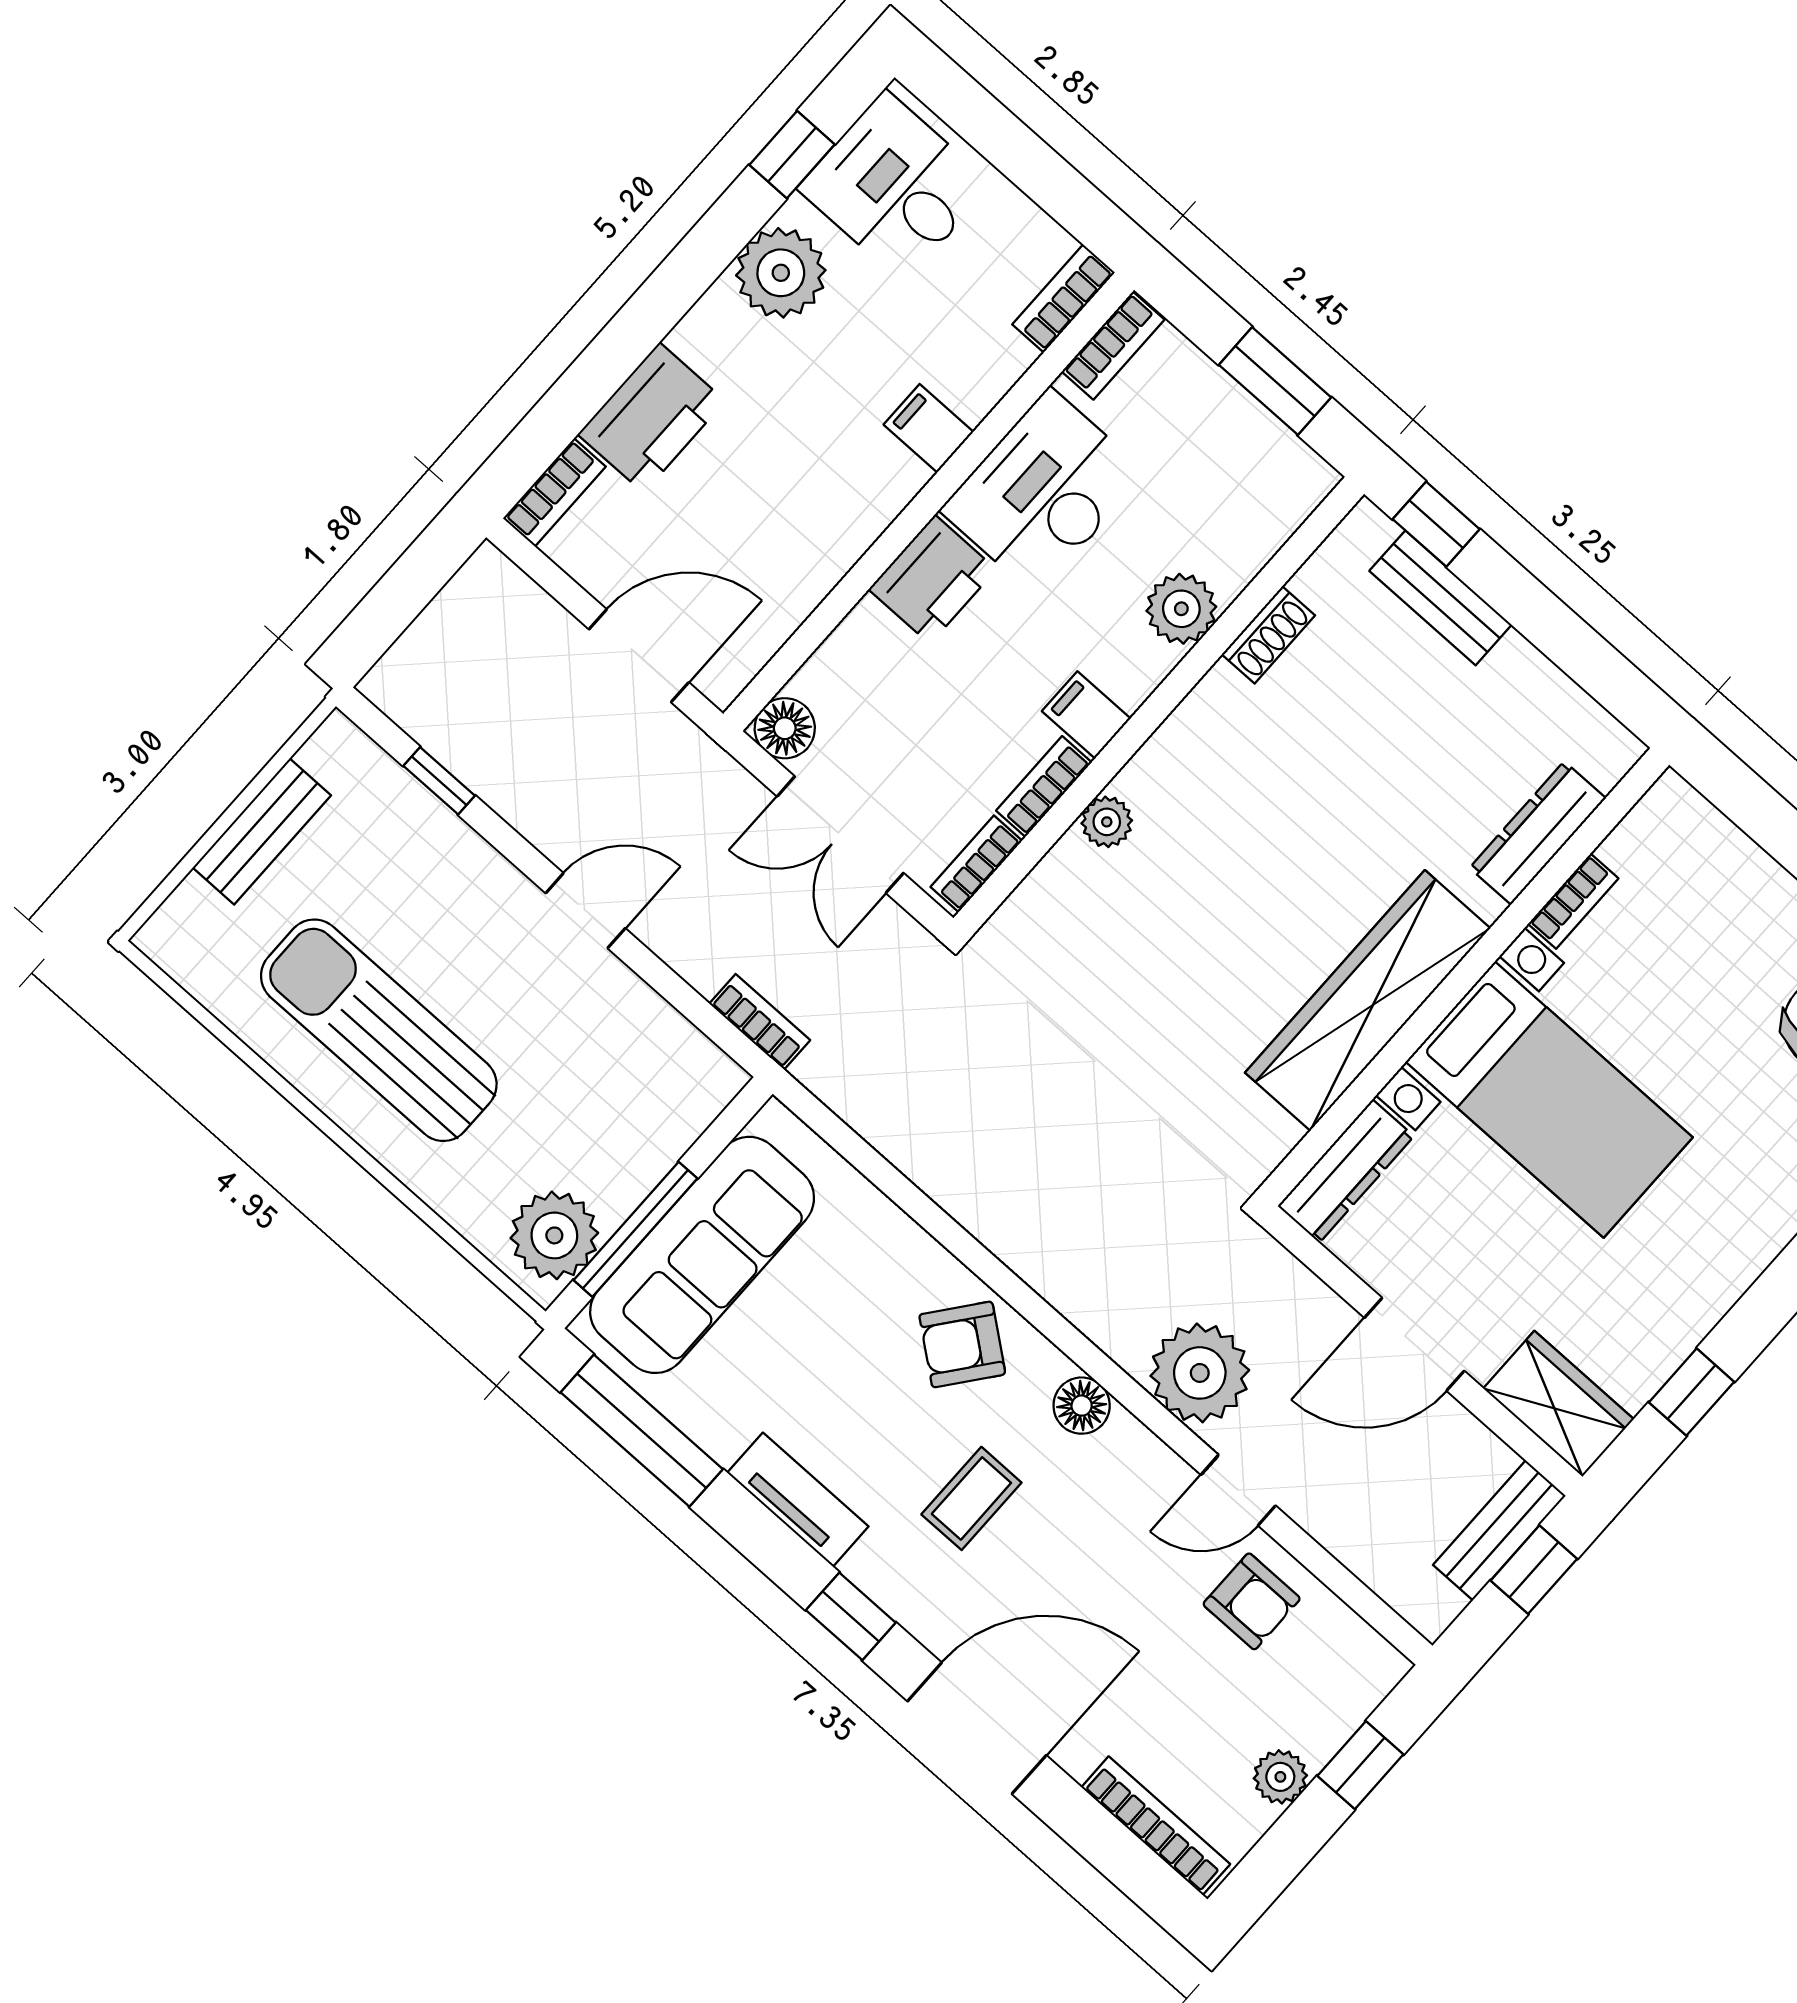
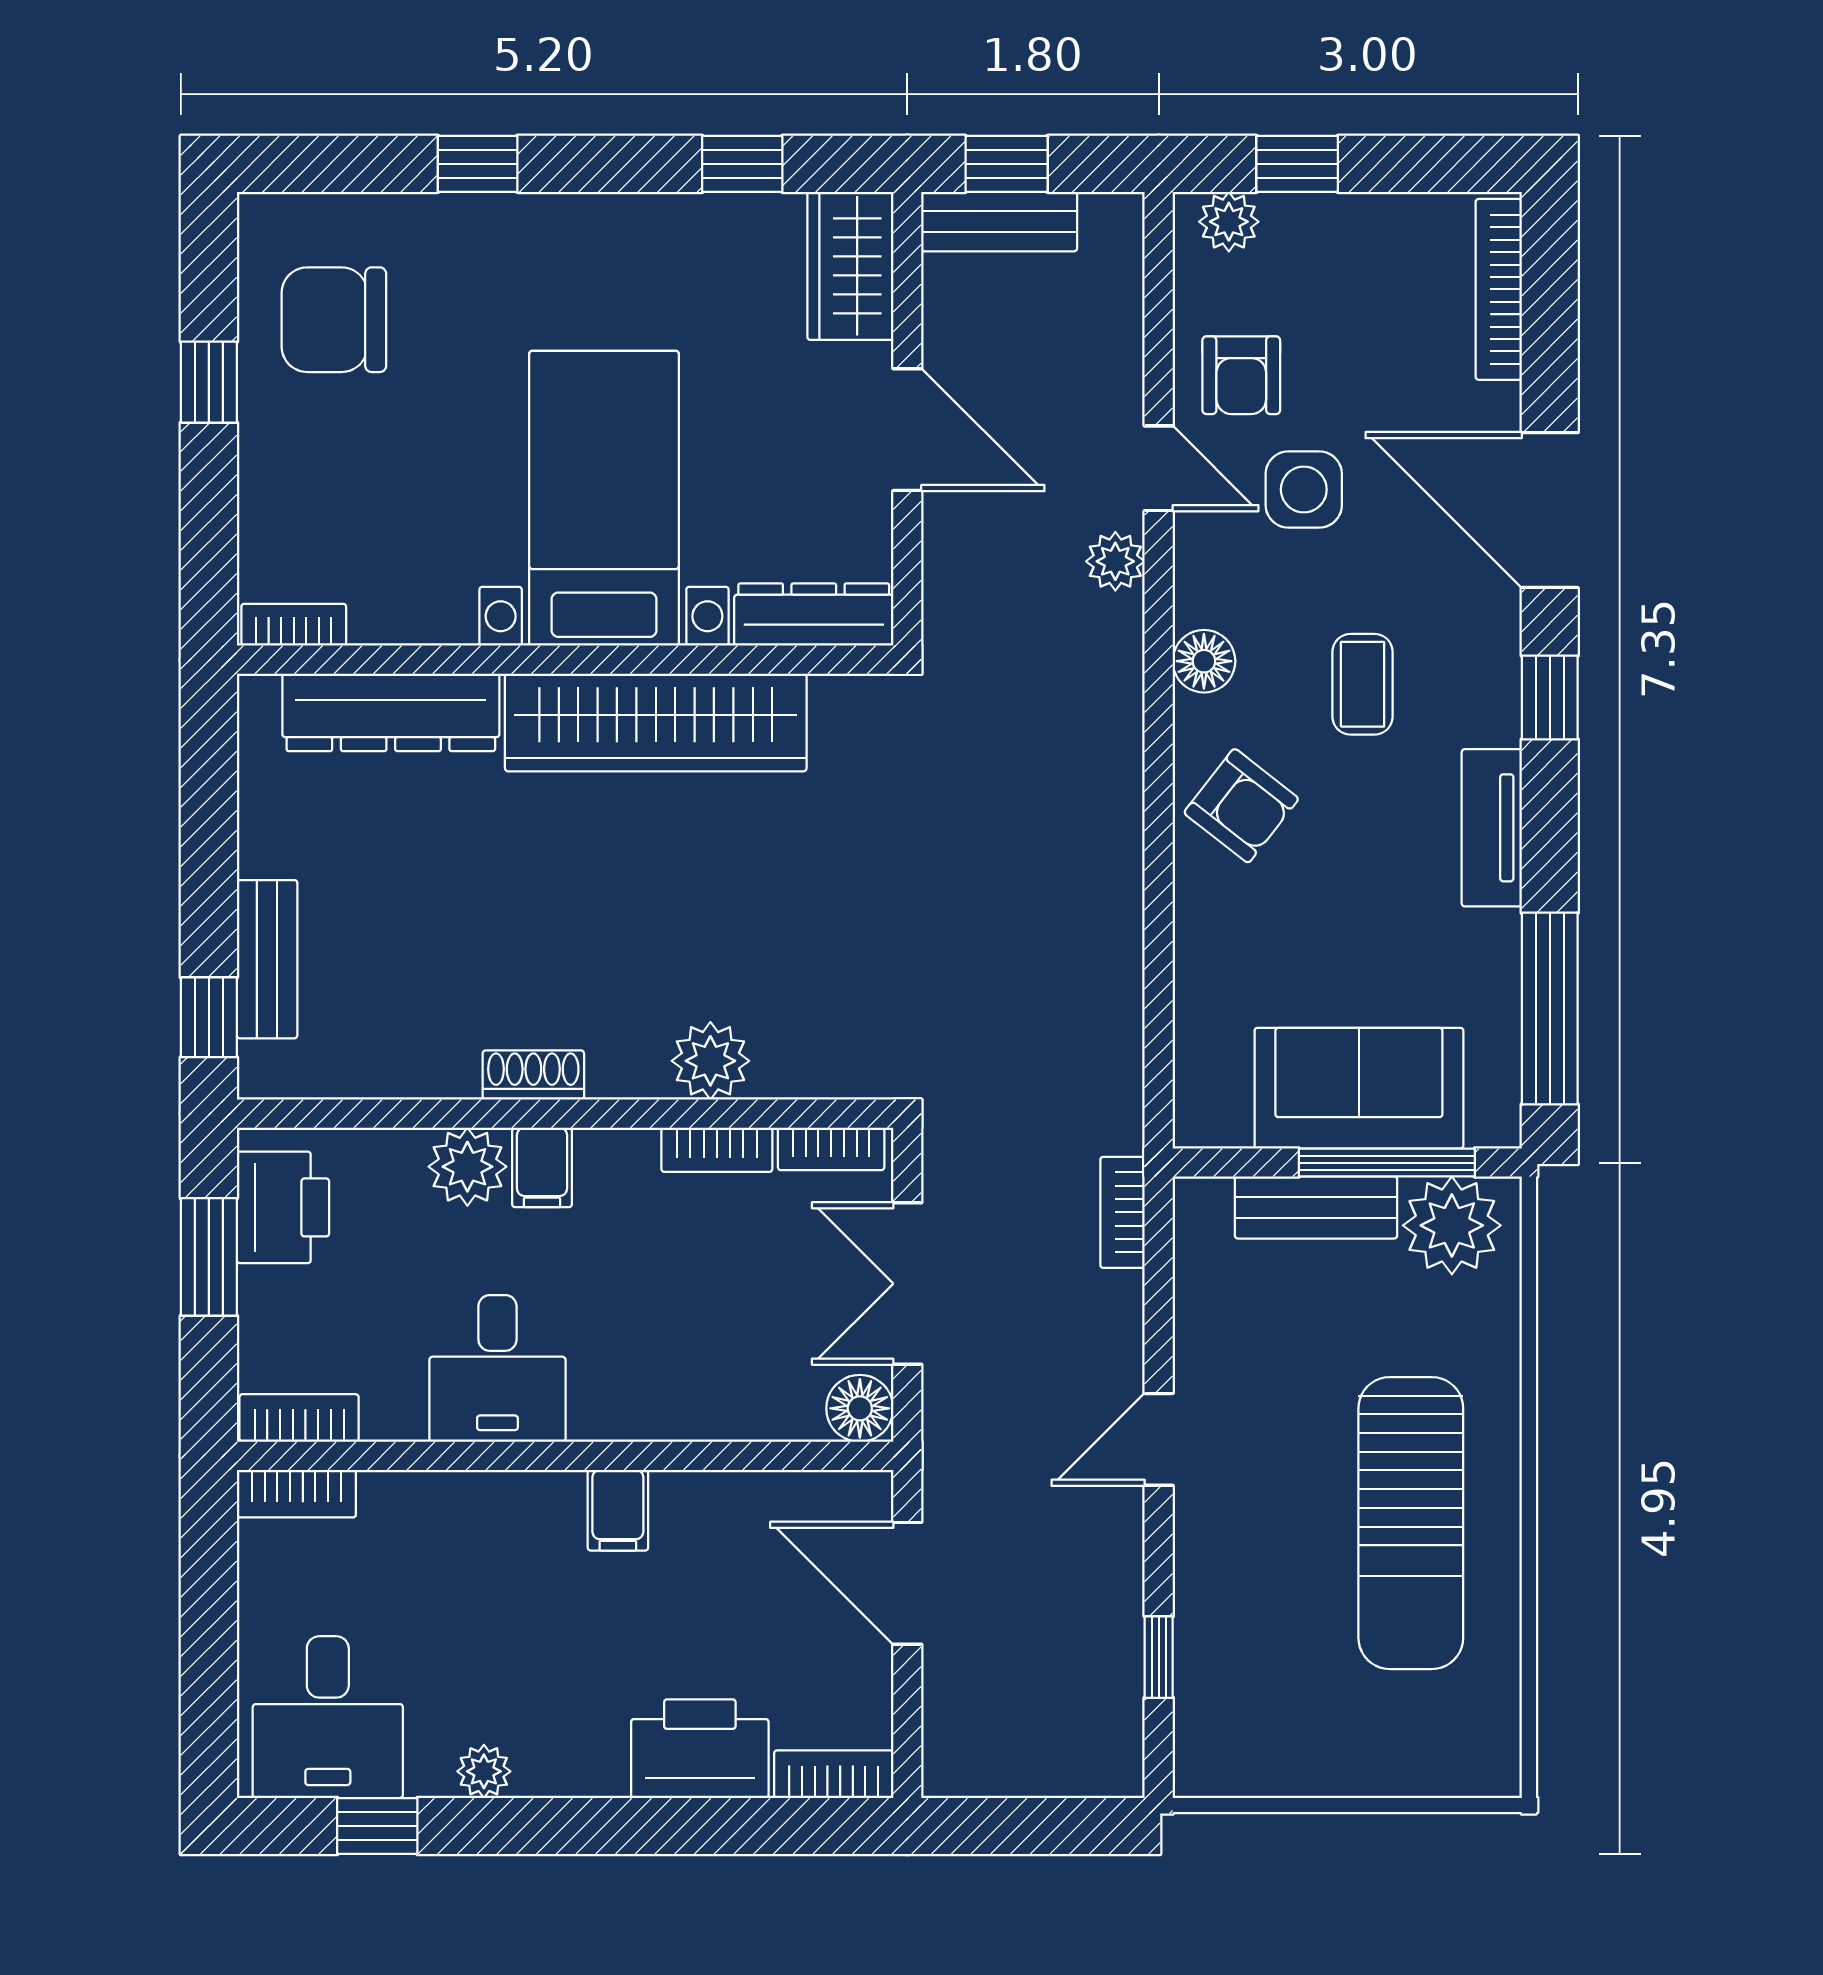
plant: (781, 273) -> (484, 1771), width x0.53, depth x0.53
filing cabinet: (929, 428) -> (618, 1510), moved
desk: (1043, 491) -> (497, 1368), width x0.73
printer: (932, 579) -> (283, 1207), moved, turned 90
shoe rack: (1268, 635) -> (533, 1075), moved
filing cabinet: (1086, 715) -> (542, 1167), moved
plant: (1107, 822) -> (710, 1061), width x1.38, depth x1.38
bench: (262, 832) -> (1316, 1207), moved
dresser: (1538, 833) -> (391, 712), width x1.37, depth x1.24
double door: (840, 835) -> (907, 1284), swing flipped
bookcase: (1573, 901) -> (294, 625), moved
door: (585, 911) -> (1159, 1439), hinge flipped
sofa: (702, 1255) -> (1359, 1088), width x0.73
plant: (1200, 1373) -> (1115, 561), width x0.53, depth x0.53
coffee table: (971, 1498) -> (1363, 684), turned 90
side table: (1137, 1575) -> (1304, 489), added
armchair: (1252, 1601) -> (1241, 375), turned 180
plant: (1280, 1777) -> (1229, 222), moved

